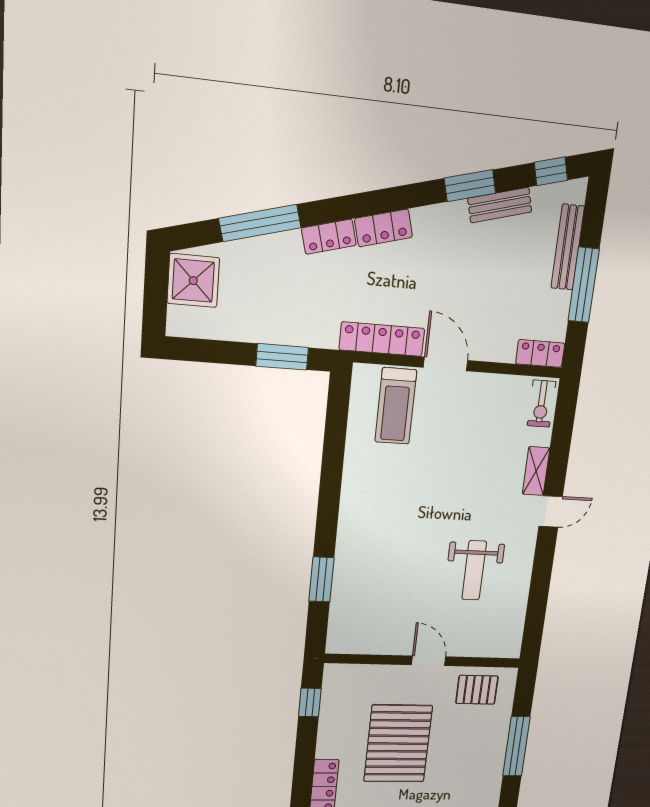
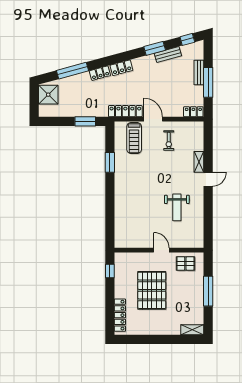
bench: (568, 247) -> (199, 73), width x0.73
exercise bike: (541, 404) -> (169, 140), moved
window: (321, 579) -> (110, 162), moved

